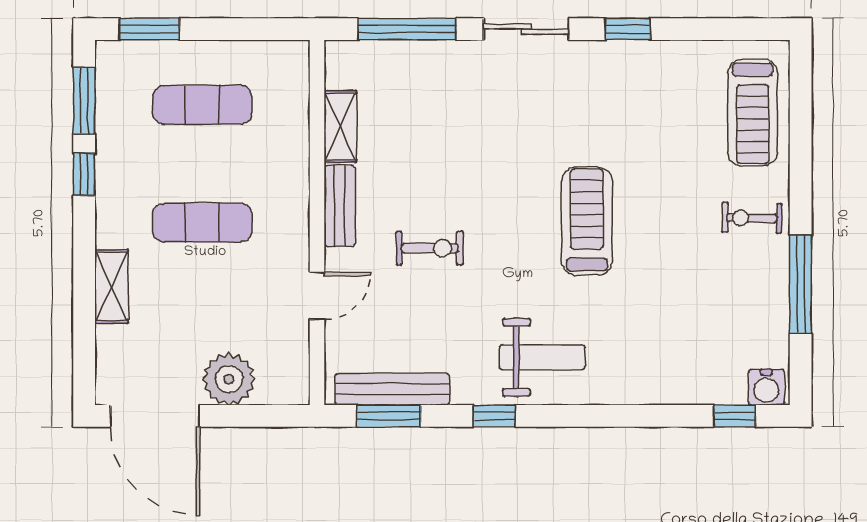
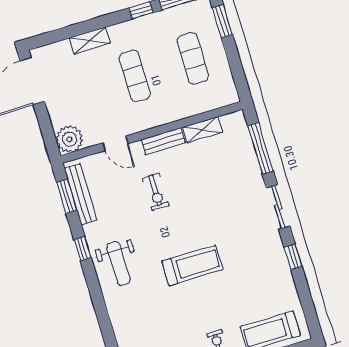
plant: (229, 379) -> (70, 139), moved

